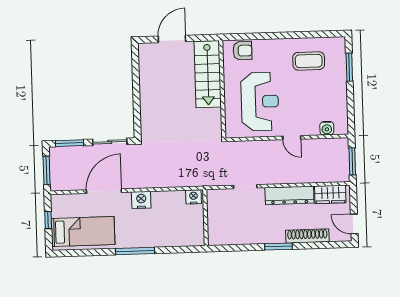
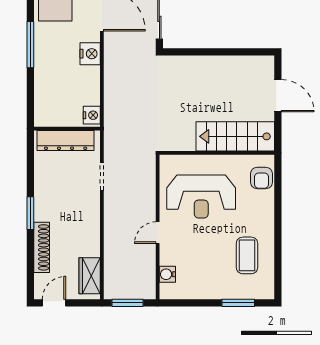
dresser: (289, 195) -> (66, 140), moved, turned -90

